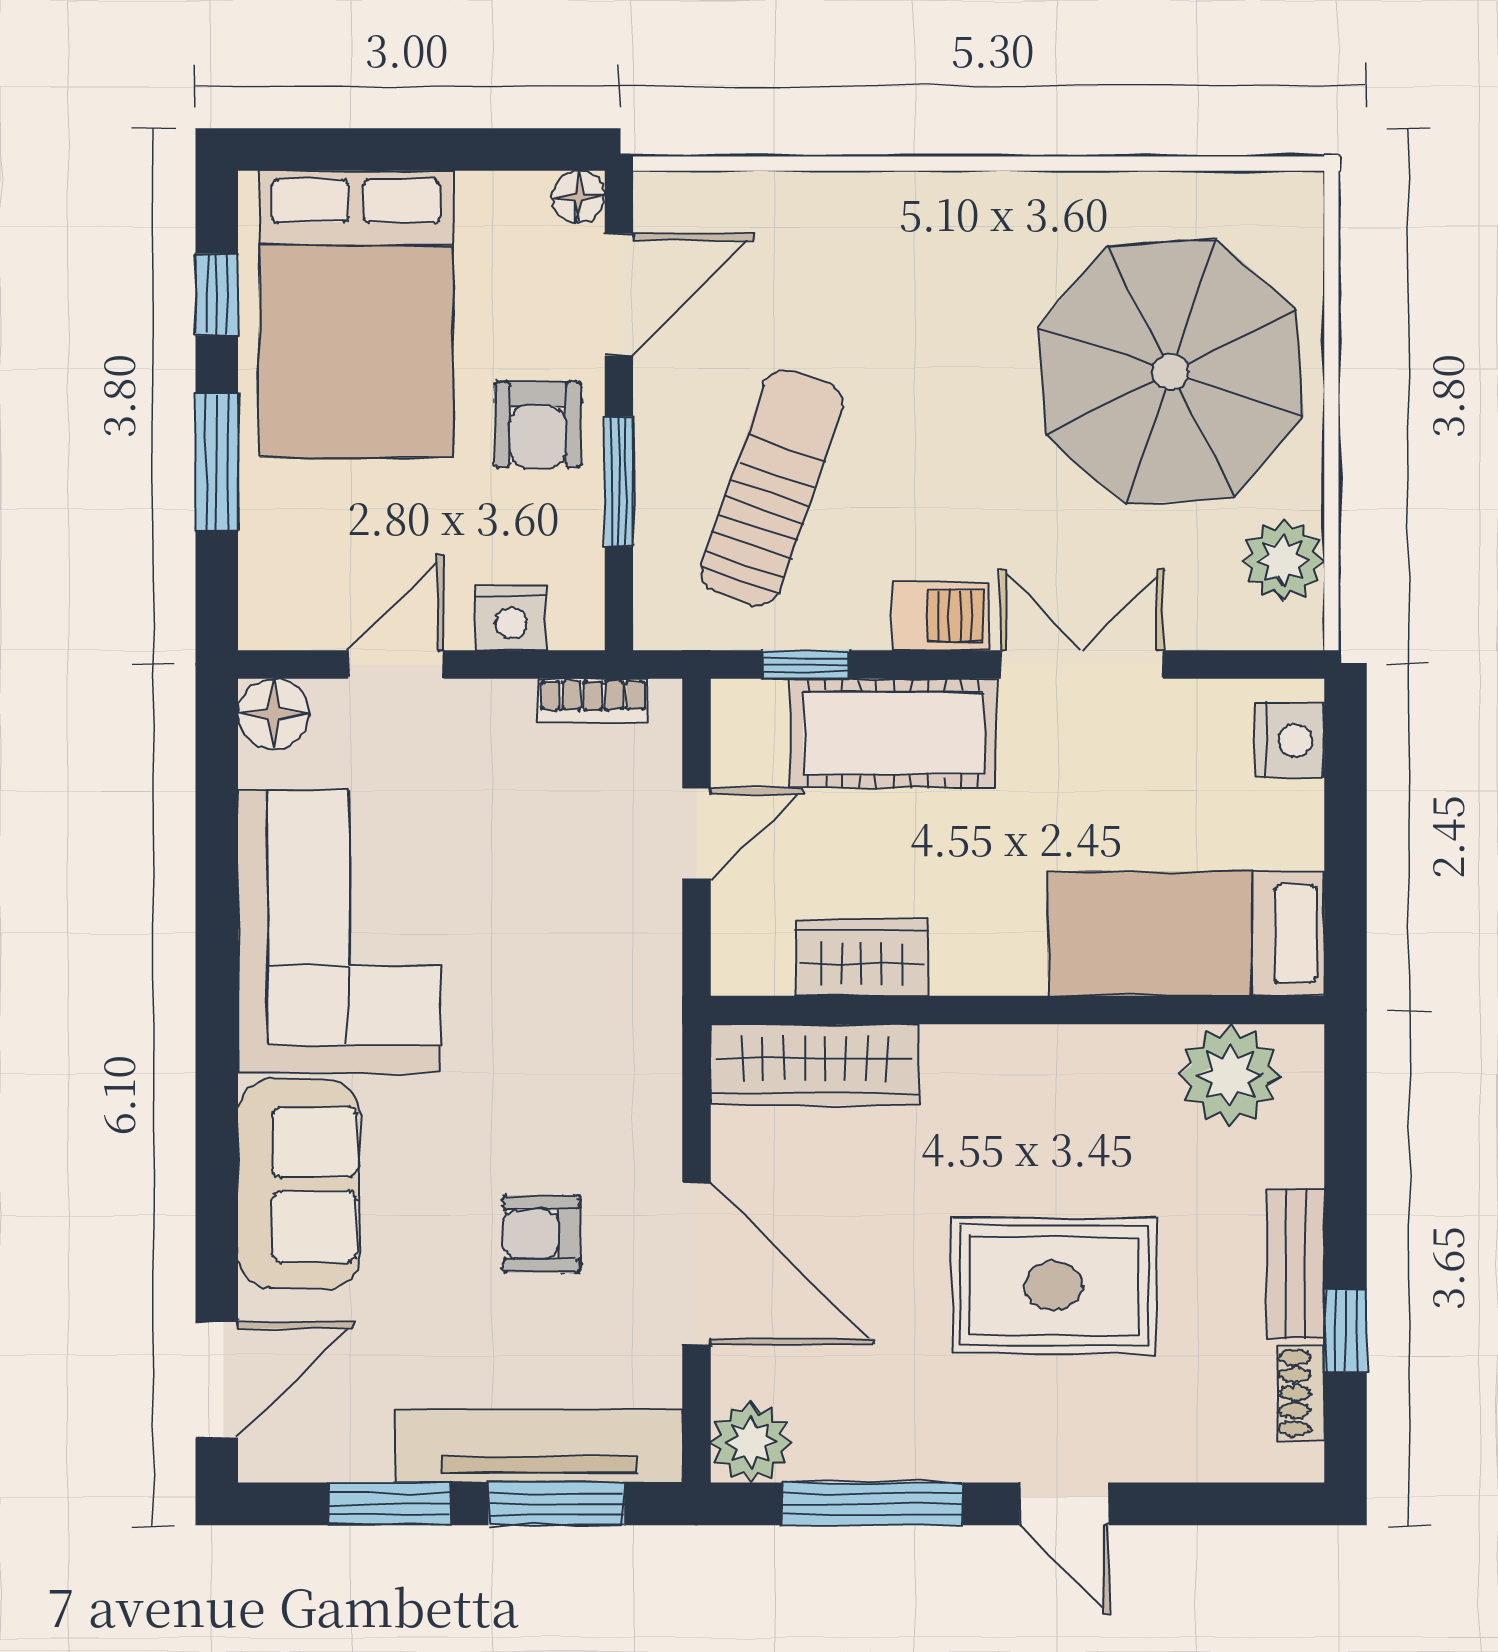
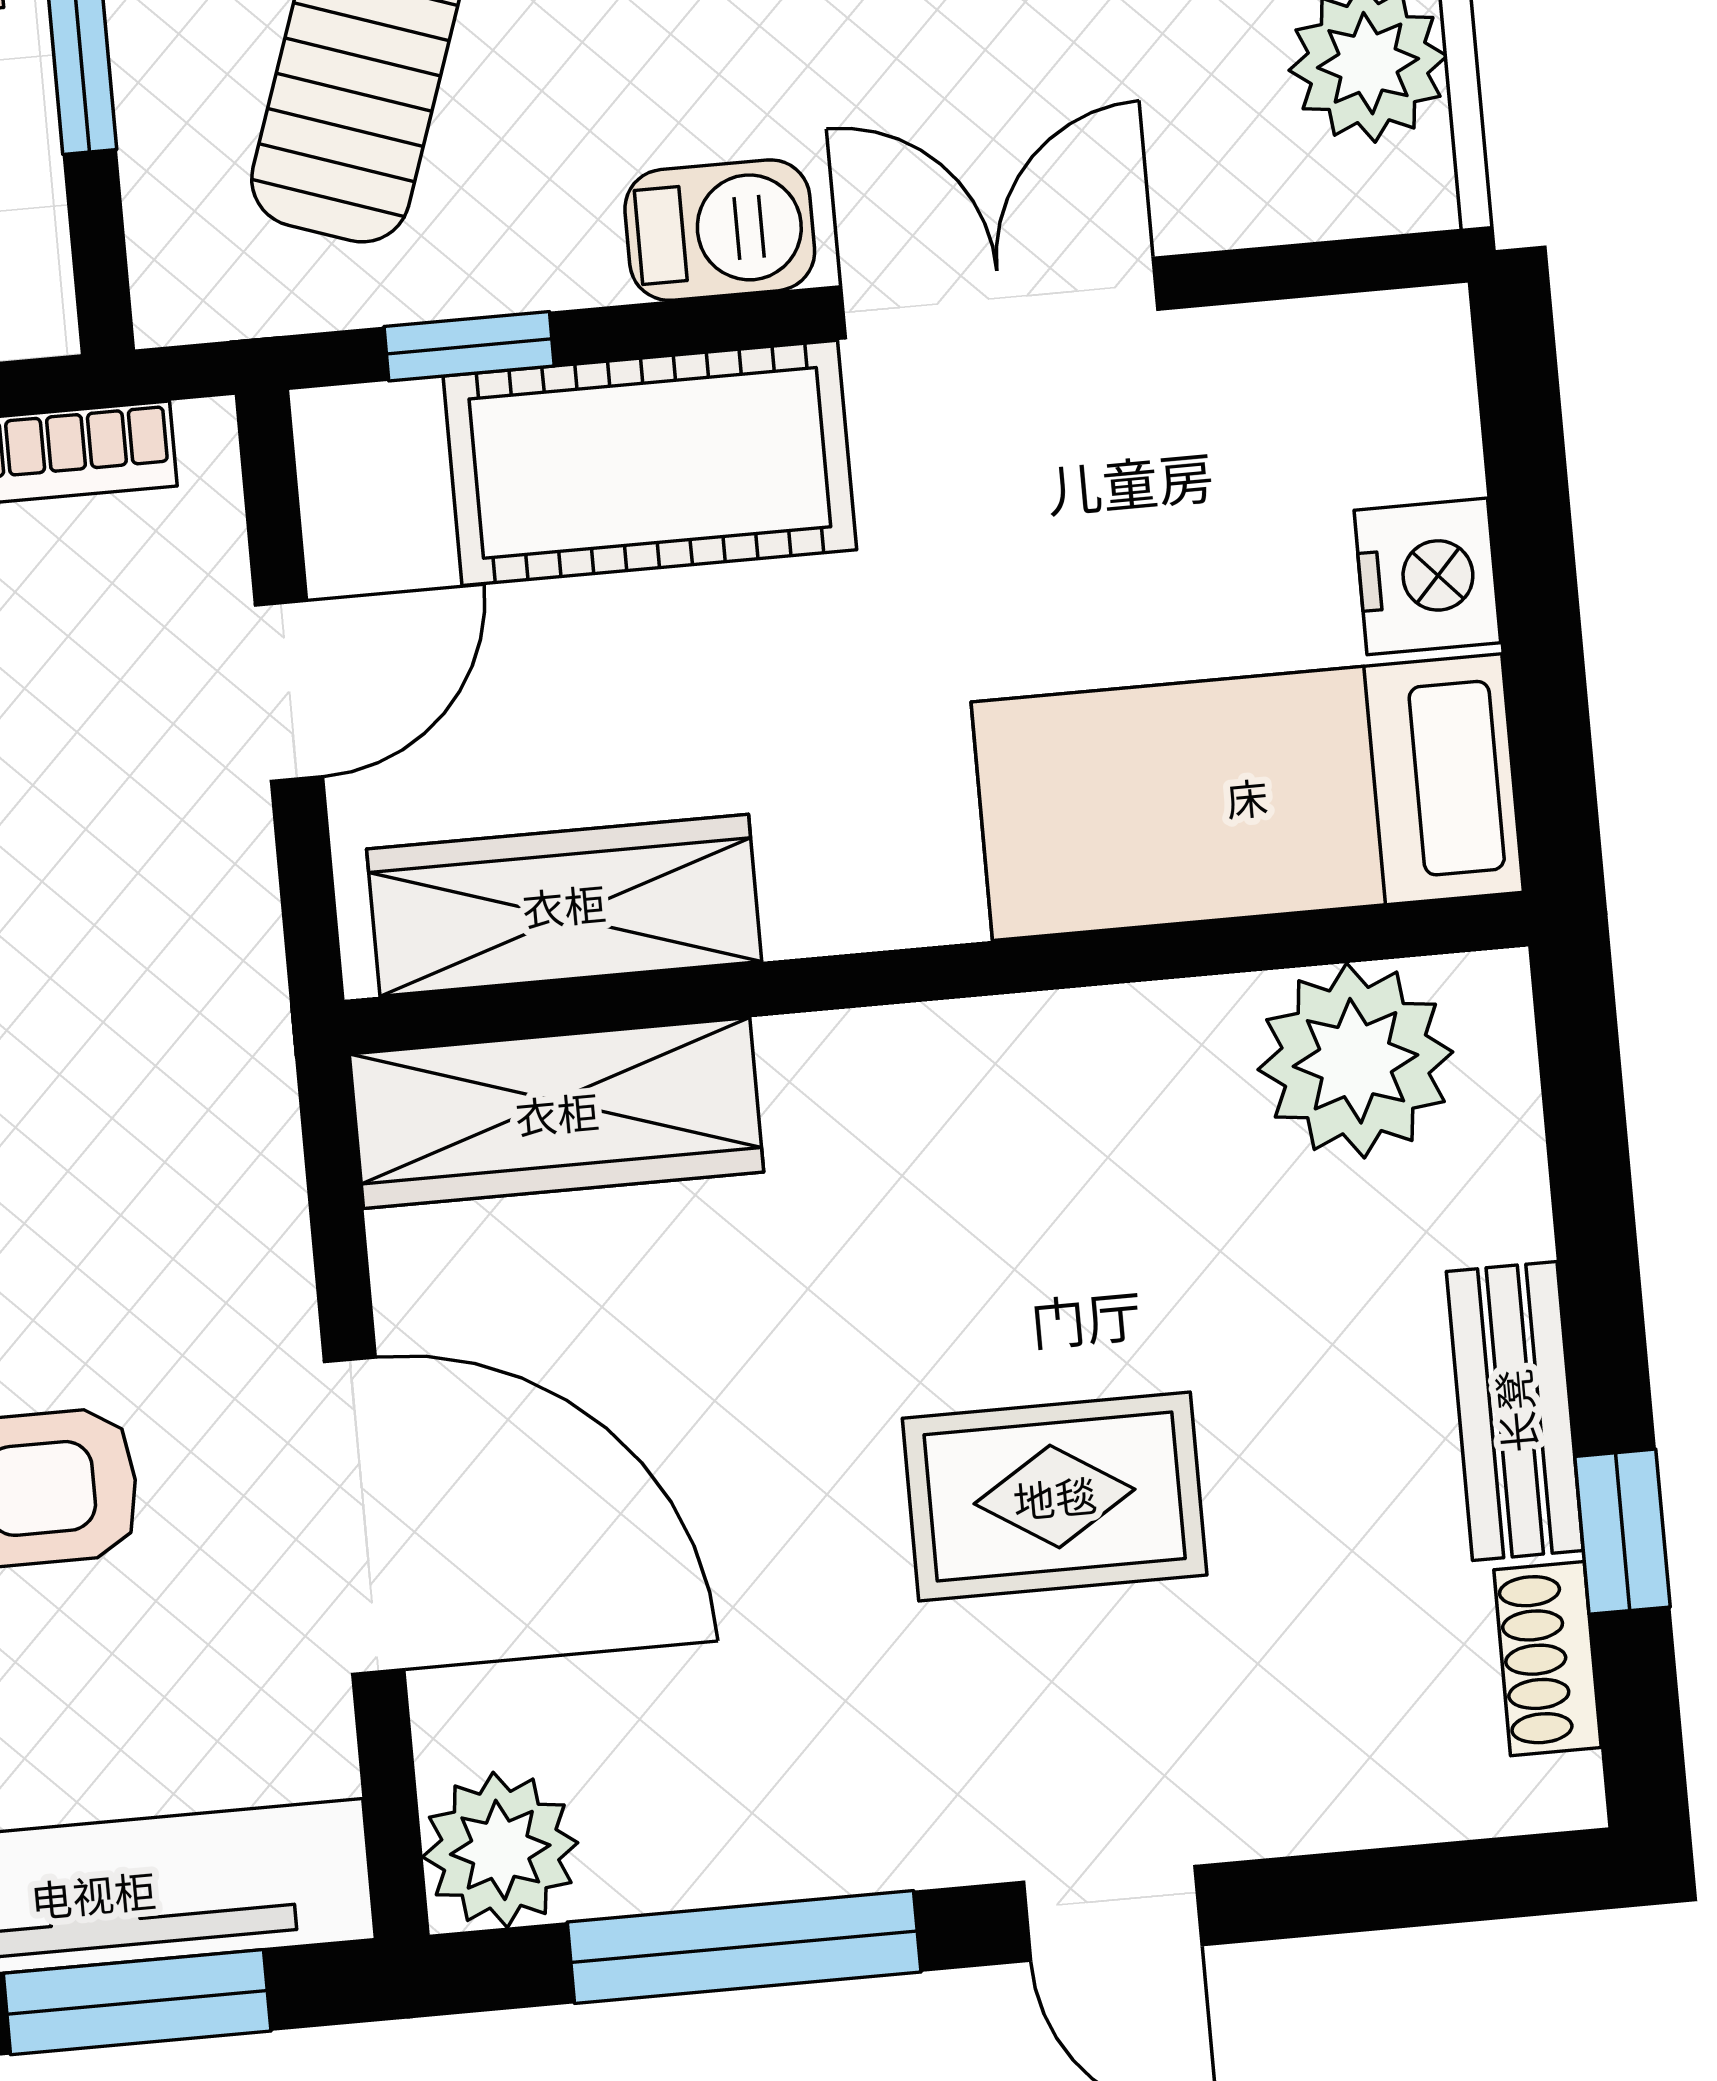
nightstand: (1290, 740) -> (1427, 576), moved
wardrobe: (862, 958) -> (564, 905), width x1.50
rug: (1054, 1286) -> (1055, 1497), width x0.73, depth x0.70

